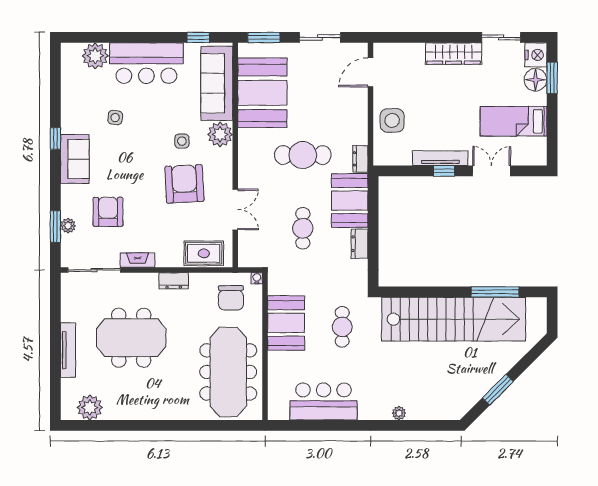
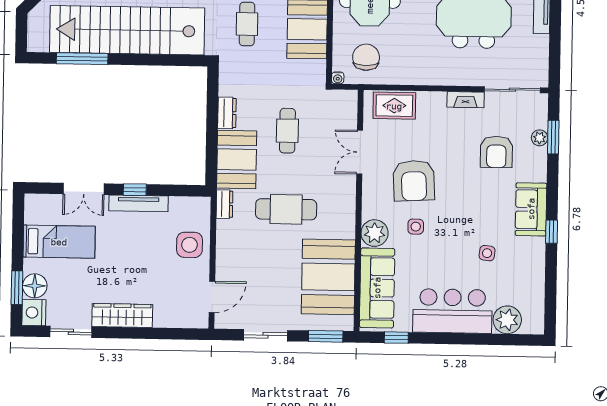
dresser: (174, 281) -> (427, 77), removed

